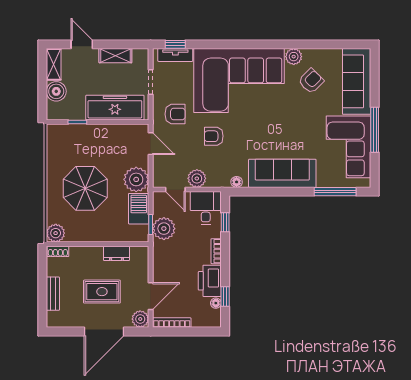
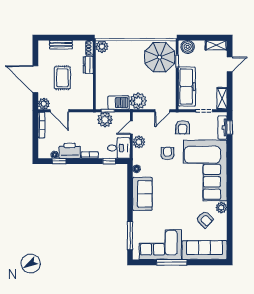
shelving: (115, 56) -> (222, 98), moved
boiler: (56, 91) -> (188, 47), moved
sofa: (282, 173) -> (142, 194), width x0.73
parasol: (85, 188) -> (160, 57), moved
dresser: (117, 253) -> (88, 65), moved

